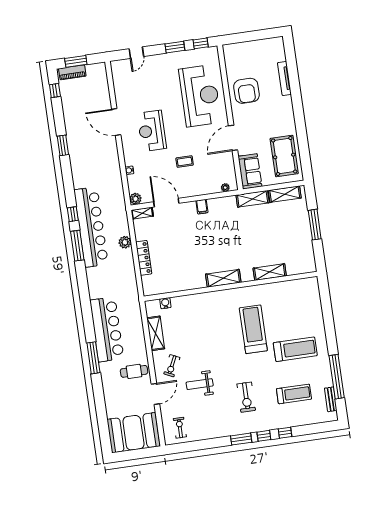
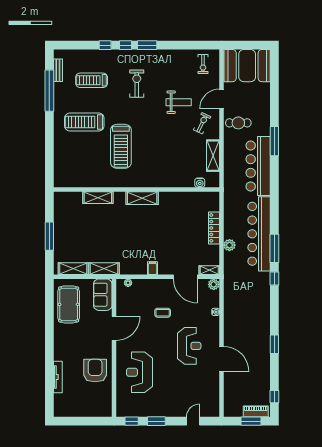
reception desk: (200, 96) -> (139, 372), width x0.74, depth x0.77
bar counter: (91, 227) -> (259, 234), moved

